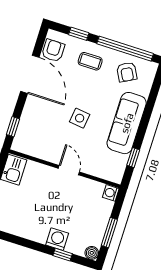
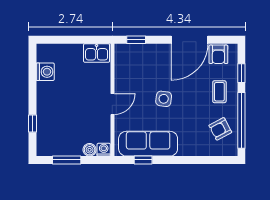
armchair: (53, 50) -> (218, 54), turned 90
sofa: (127, 123) -> (148, 144), moved
washing machine: (57, 239) -> (45, 72), moved
boiler: (92, 253) -> (90, 150), moved

